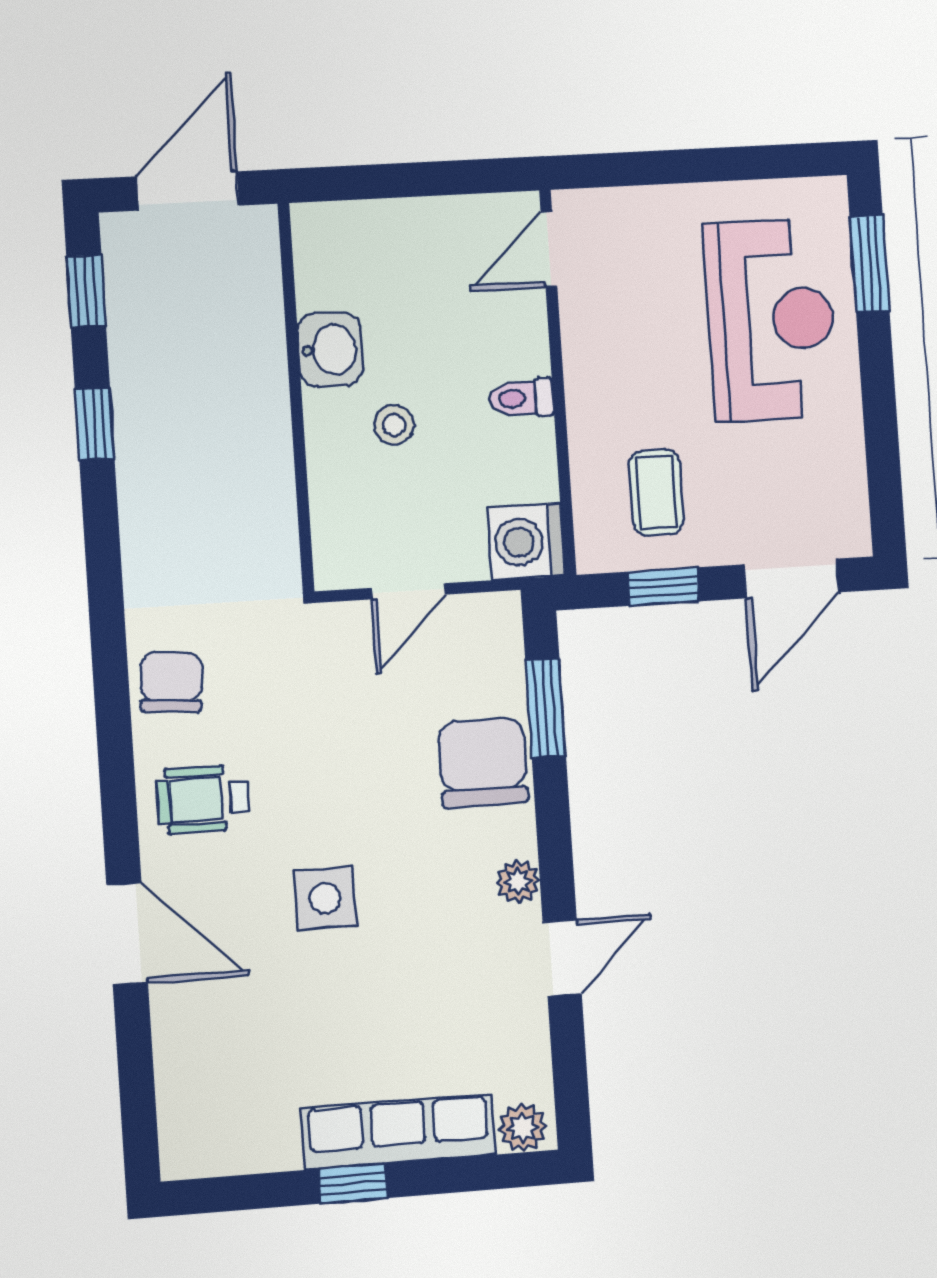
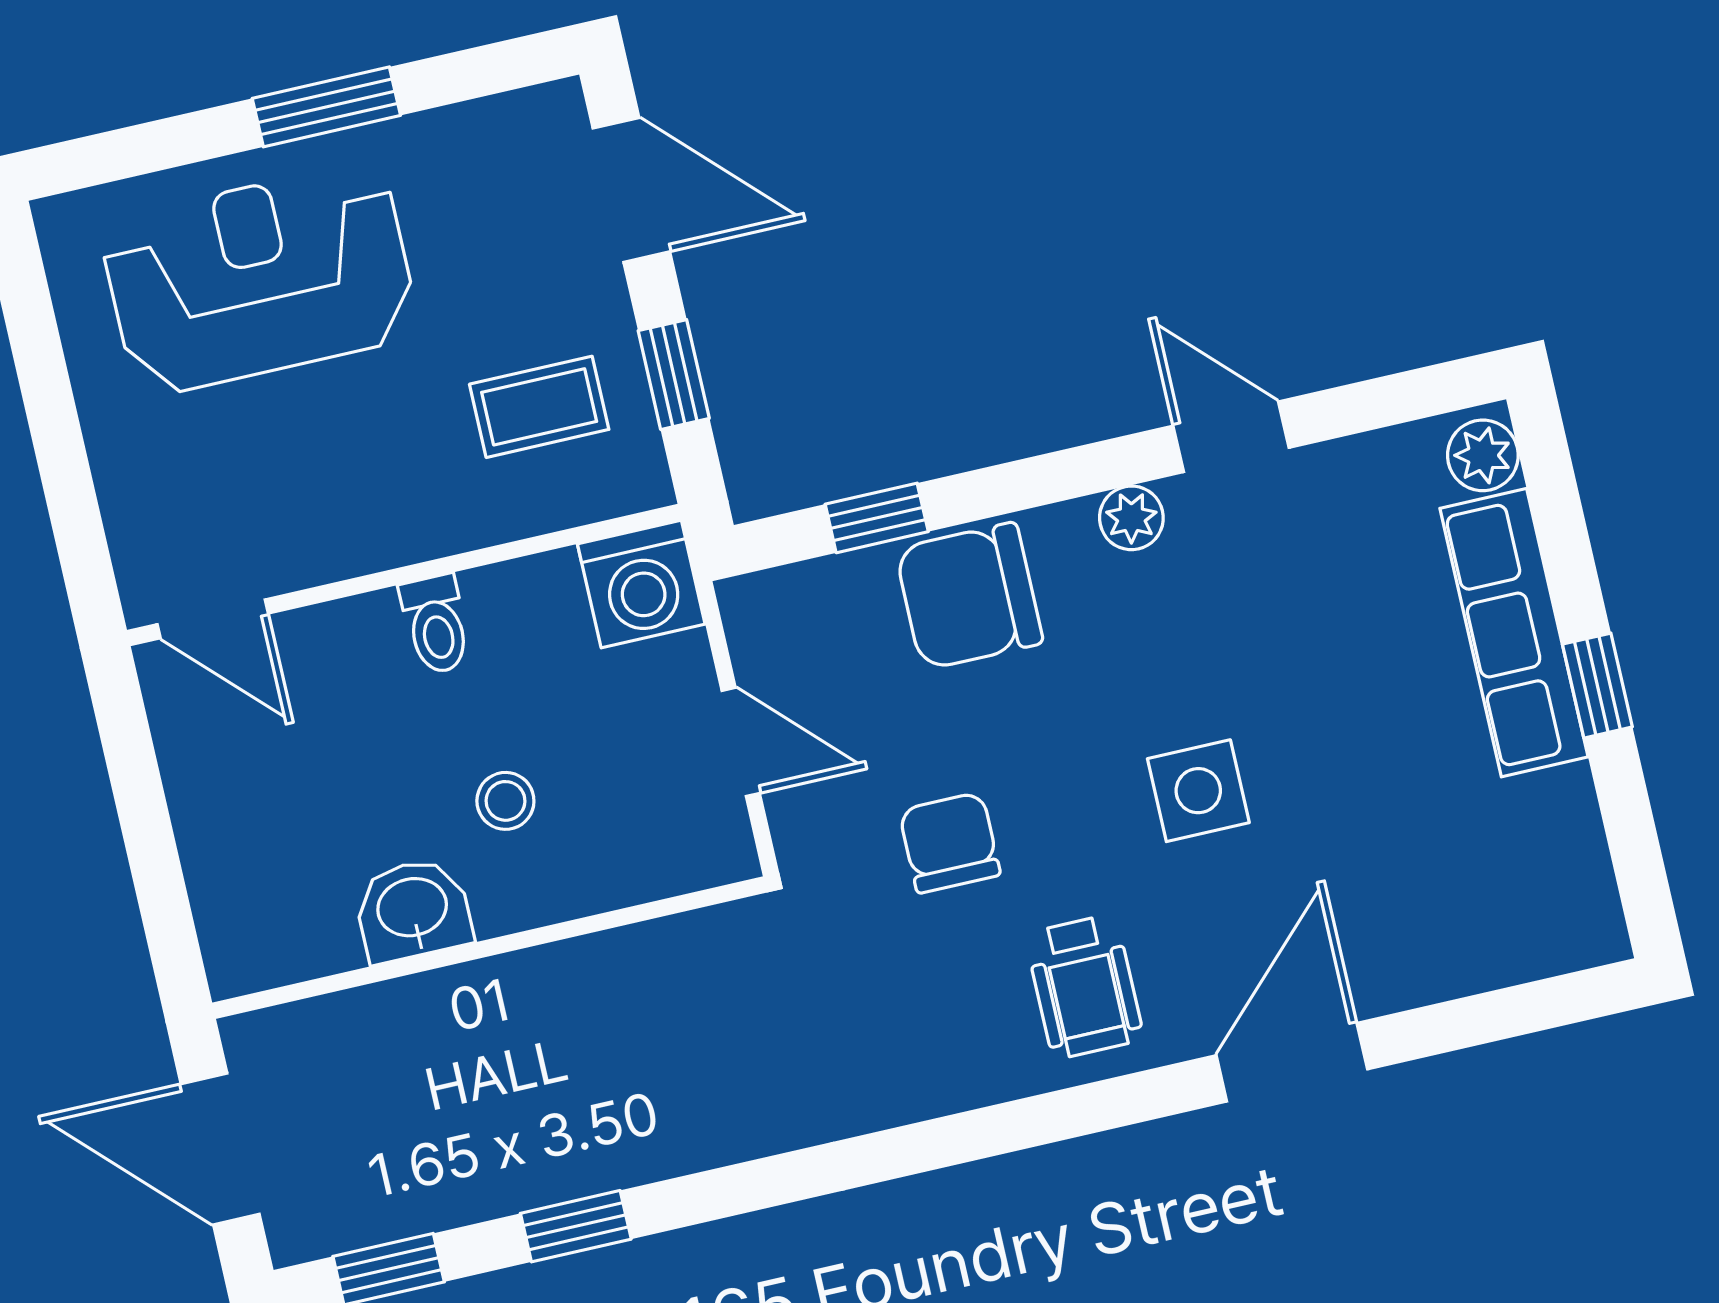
window: (869, 264) -> (326, 107), moved
chair: (171, 682) -> (950, 843), moved, turned 86
window: (546, 708) -> (877, 518), width x0.67

